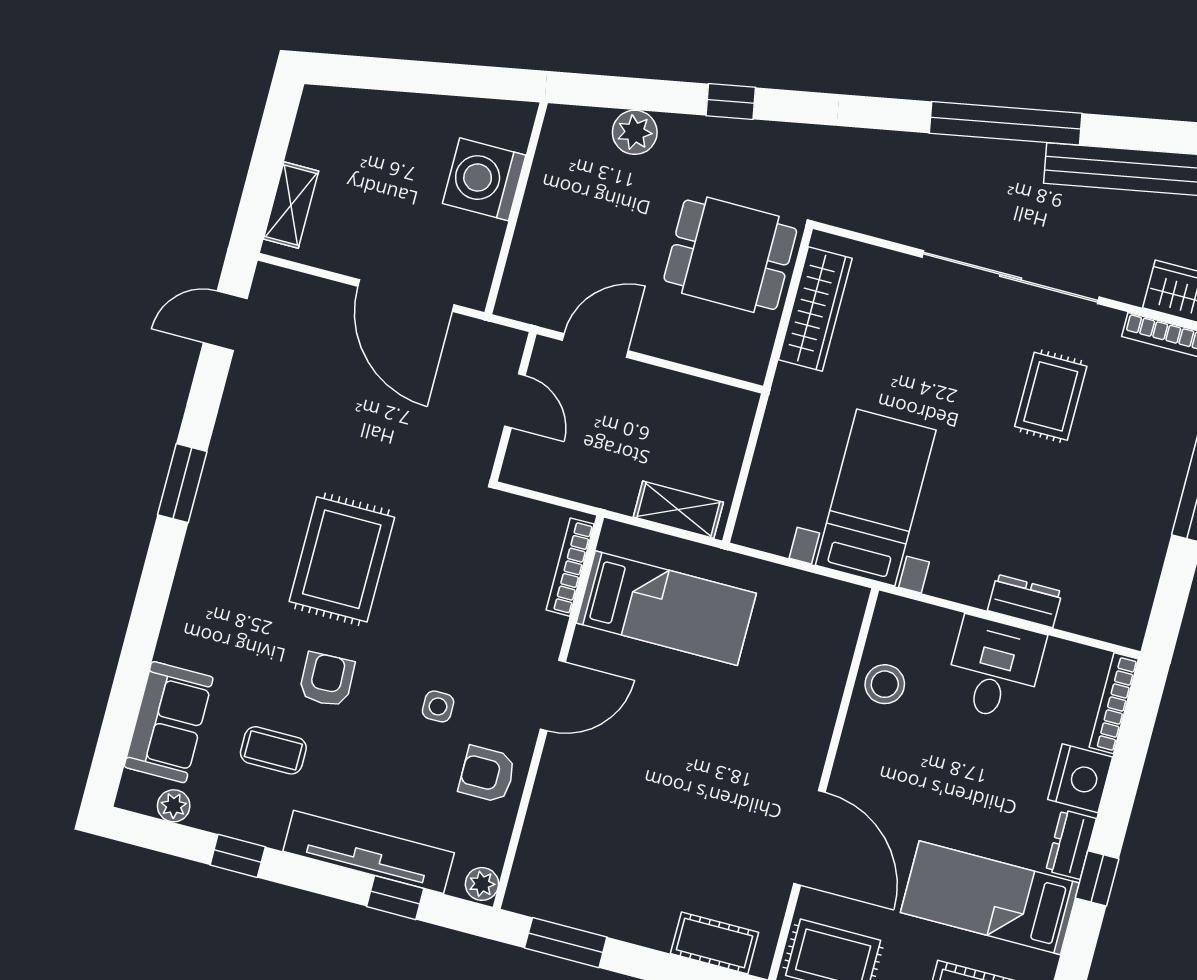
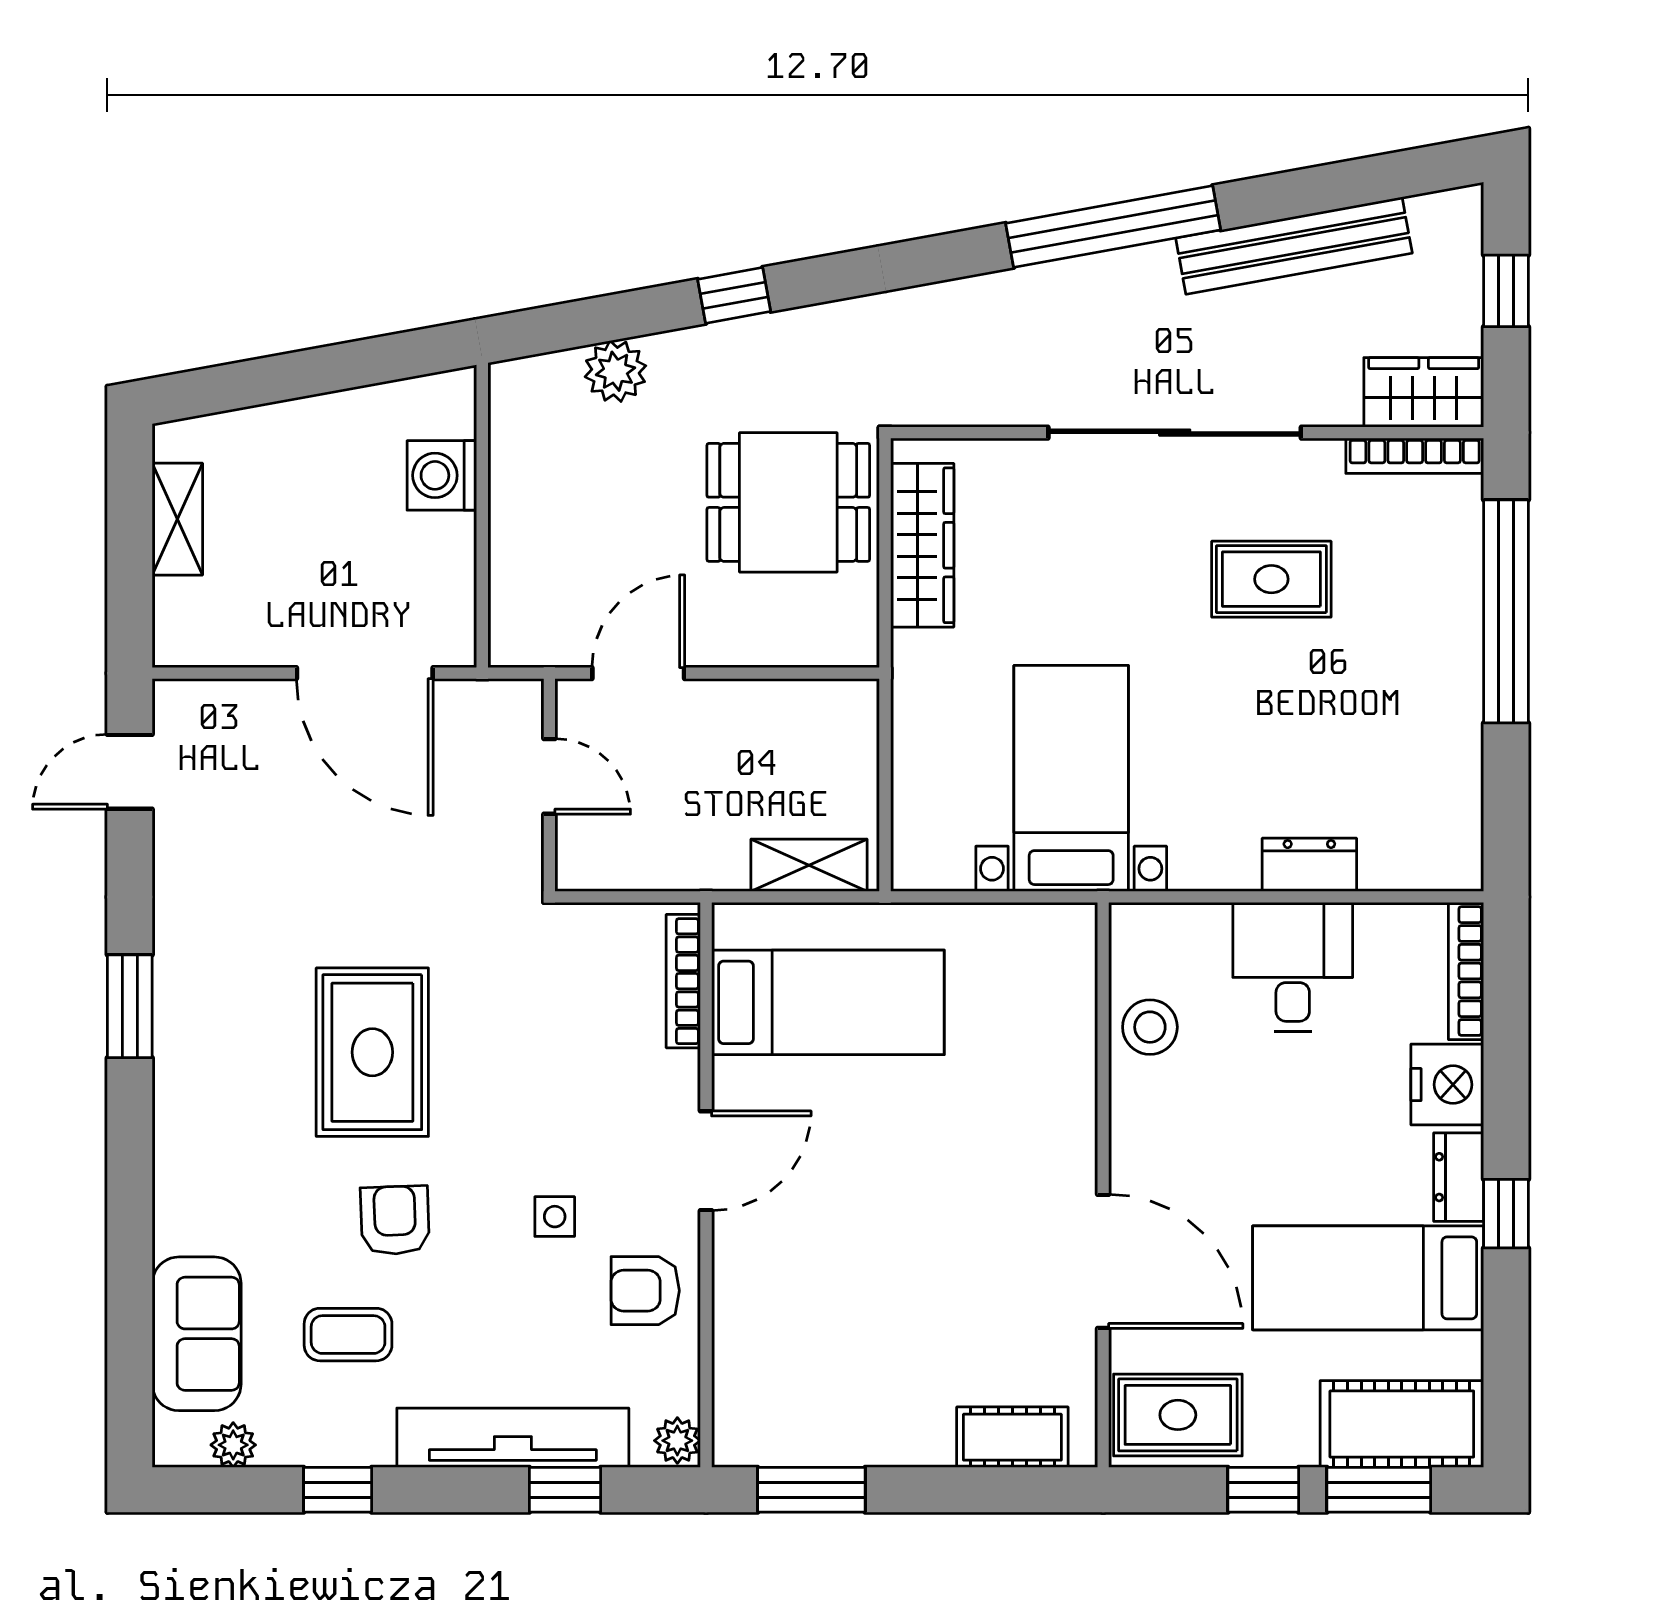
washing machine: (484, 179) -> (442, 475), width x0.73, depth x0.73
shelving: (291, 205) -> (177, 519), moved
rug: (1051, 396) -> (1271, 579), turned 90

